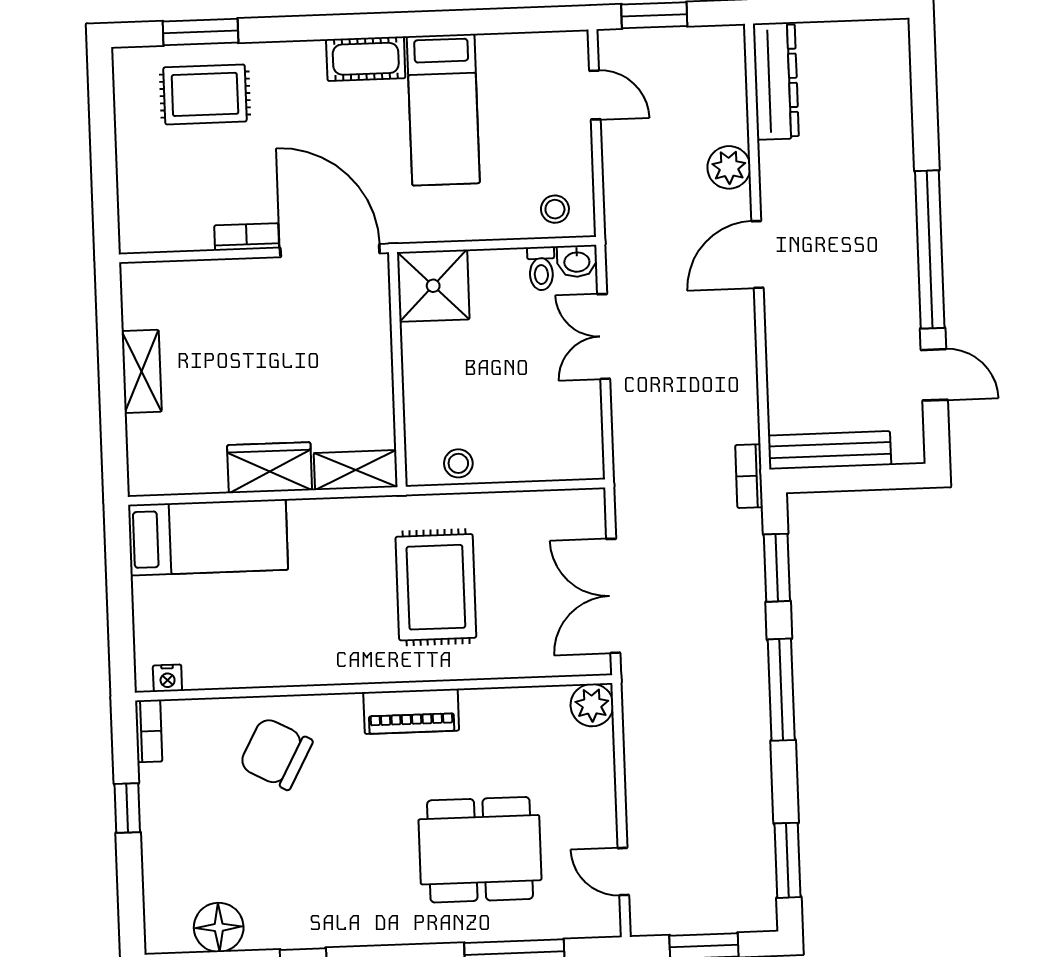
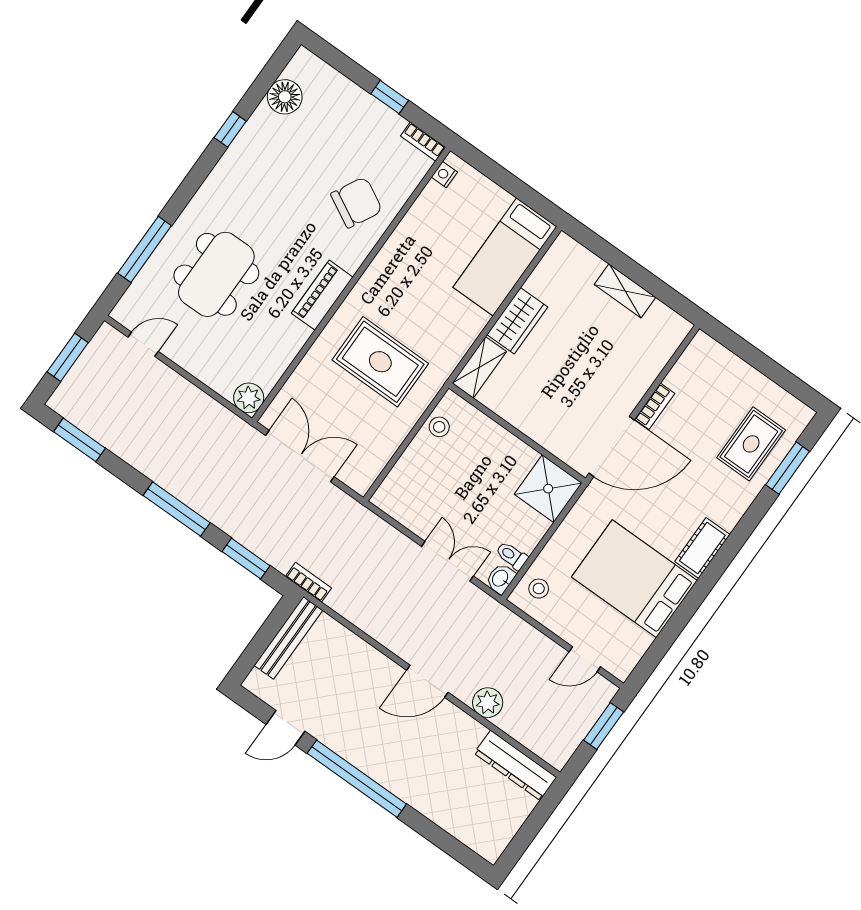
bed: (443, 110) -> (634, 579), width x1.50
door: (757, 254) -> (427, 681), swing flipped

